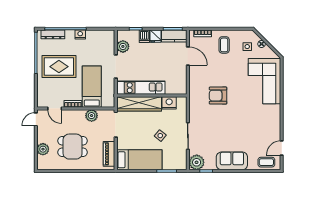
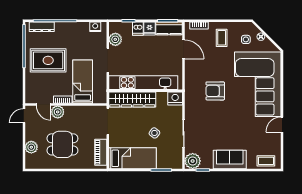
nightstand: (80, 34) -> (95, 27), moved
corner sofa: (264, 81) -> (258, 84), width x1.36, depth x1.36
kitchen unit: (141, 88) -> (143, 83), width x1.36
nightstand: (169, 103) -> (175, 99), moved
plant: (92, 116) -> (58, 112), moved
door: (282, 148) -> (282, 125), moved

